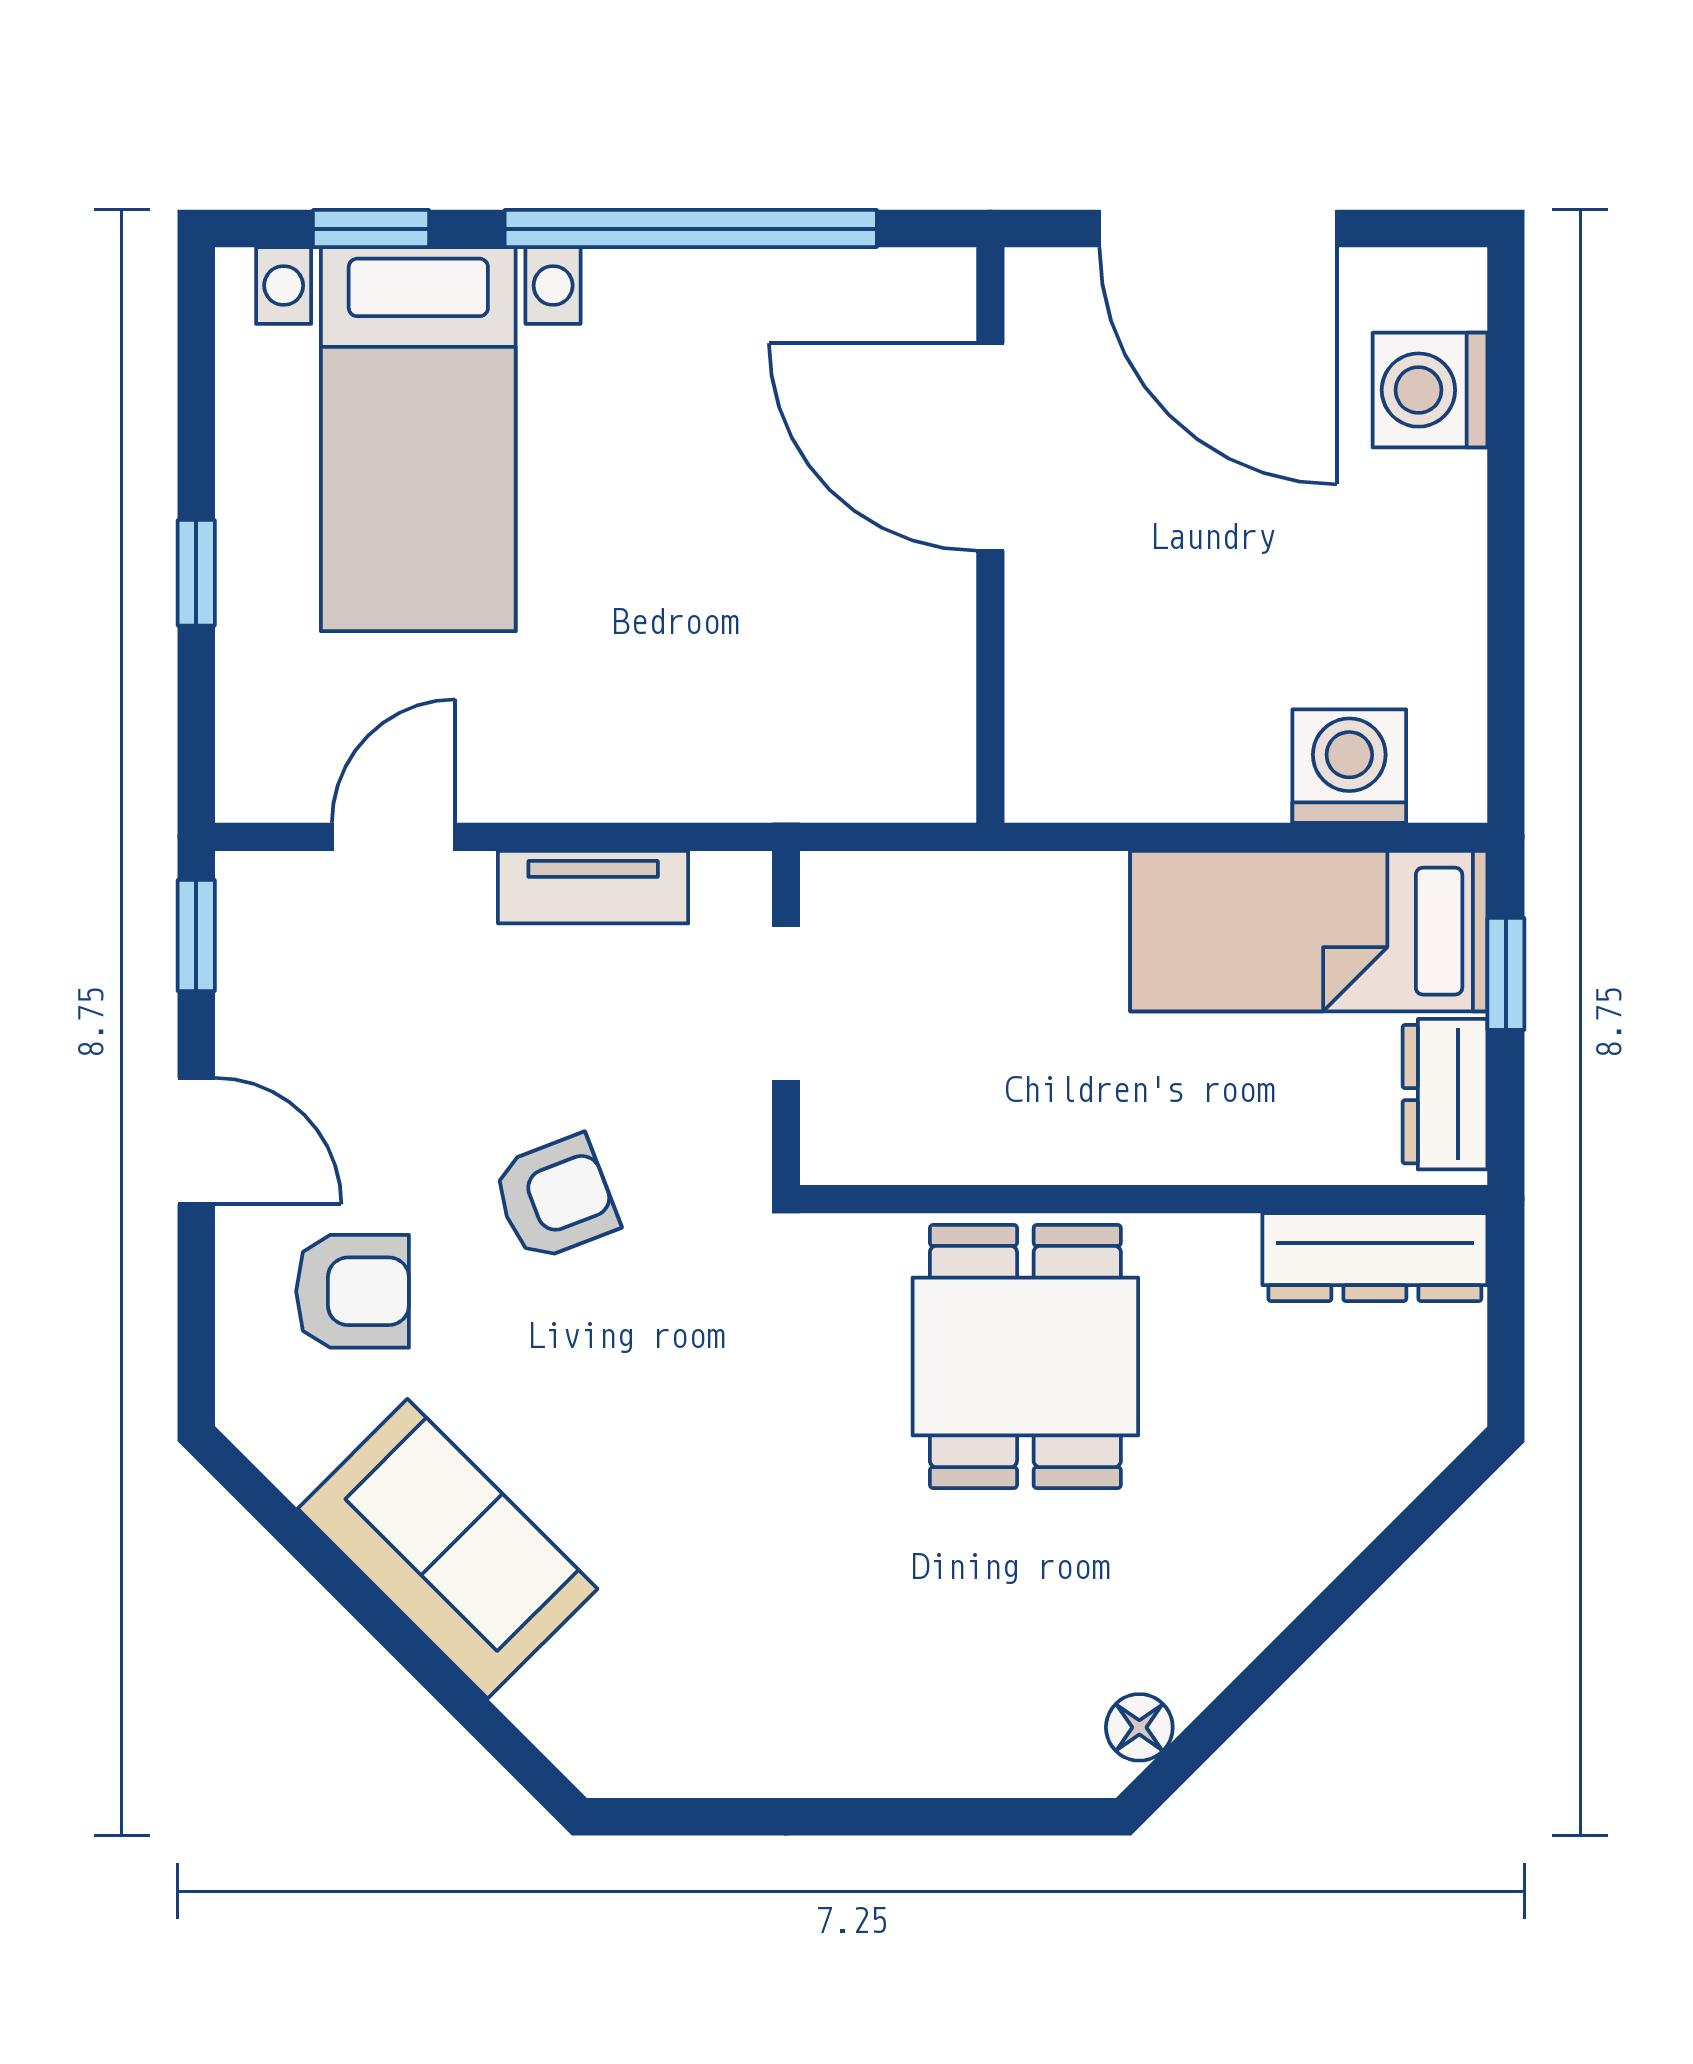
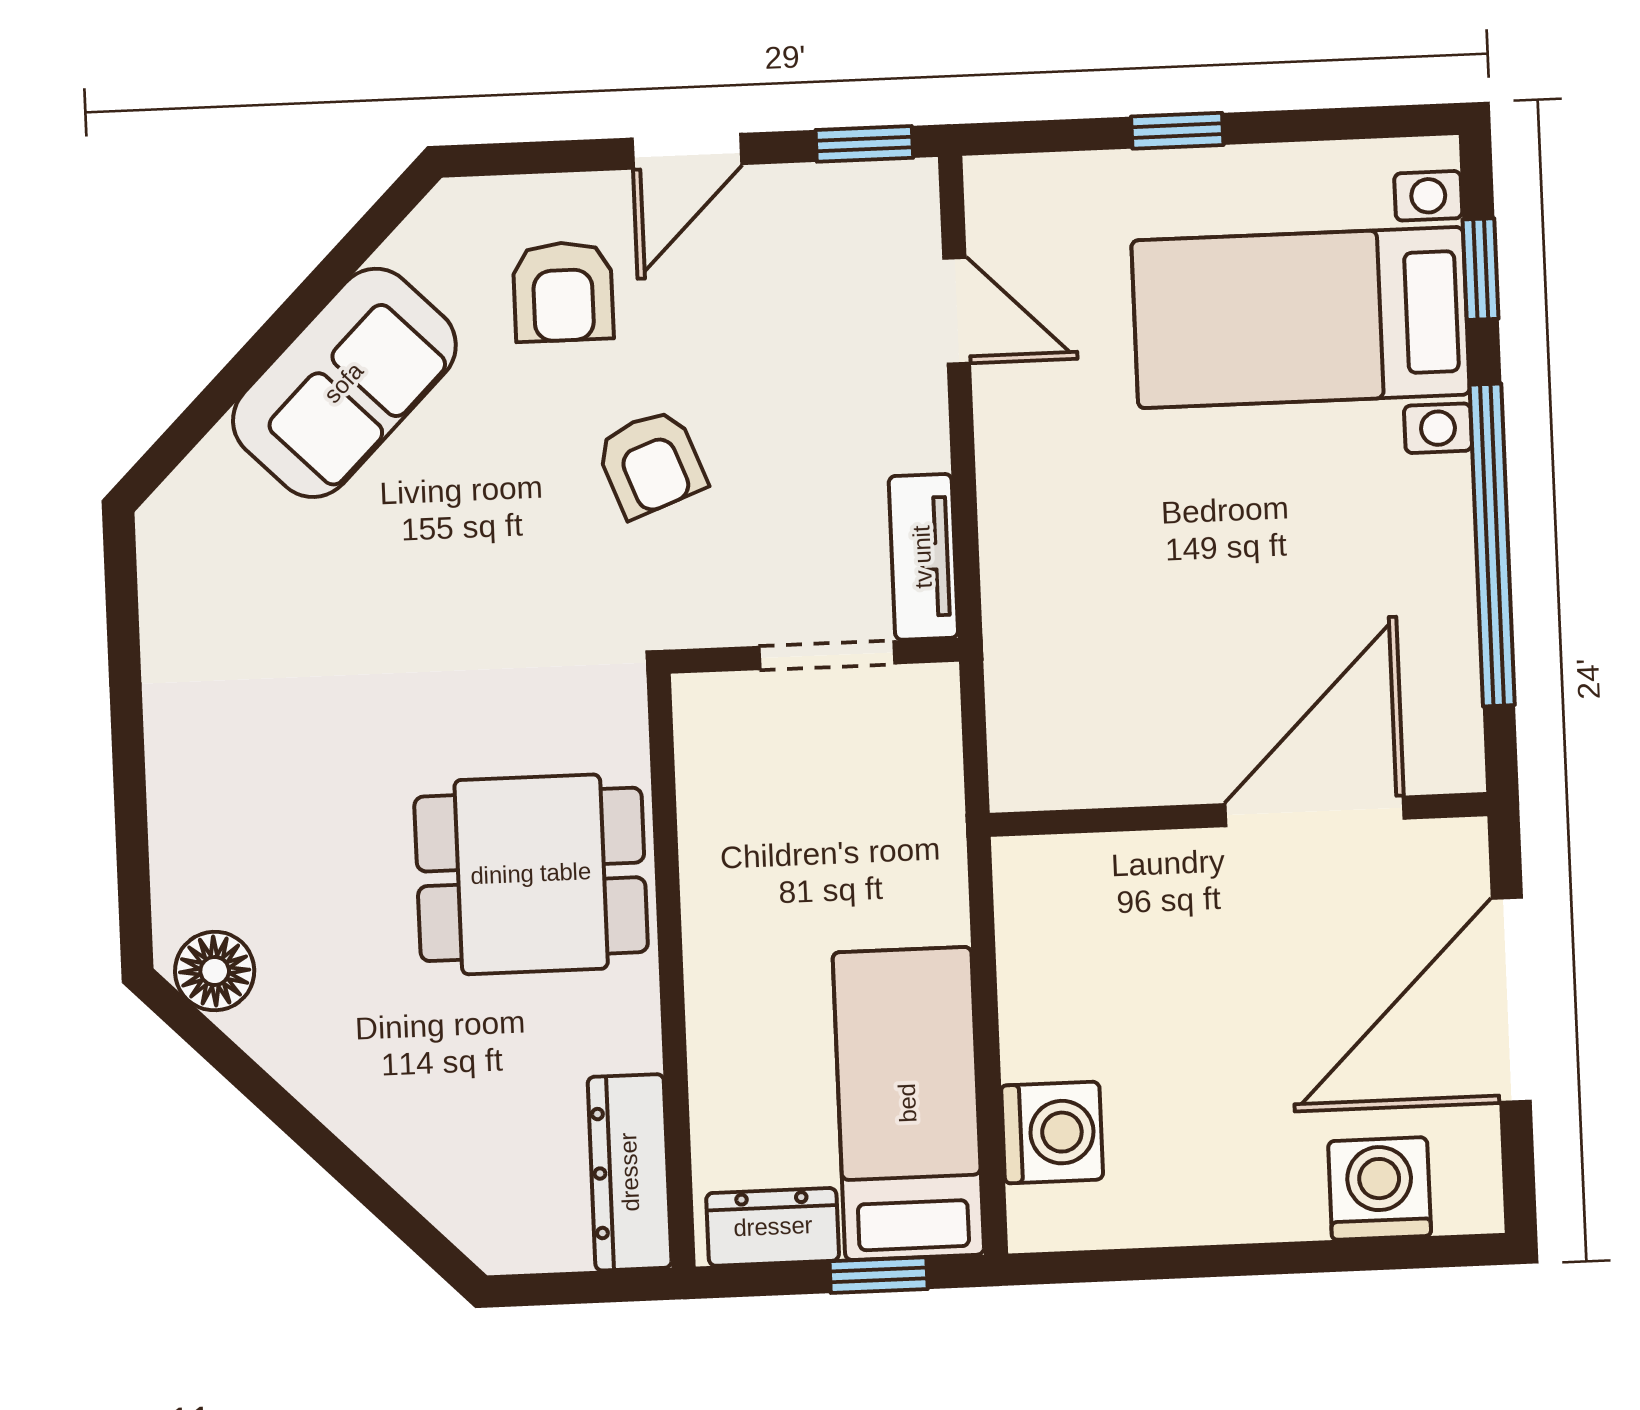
tv unit: (593, 887) -> (923, 557), moved
floor lamp: (1139, 1727) -> (215, 971), width x1.37, depth x1.37

